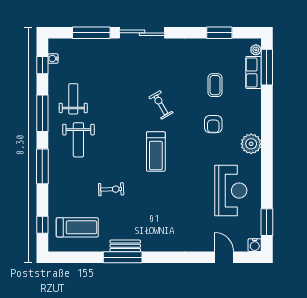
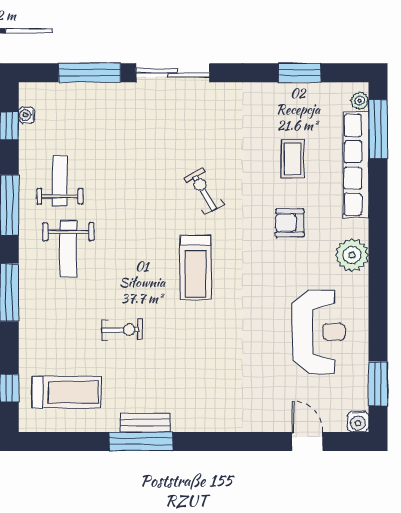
row of seats: (253, 72) -> (356, 165), width x2.02
armchair: (213, 124) -> (290, 223), turned 90

